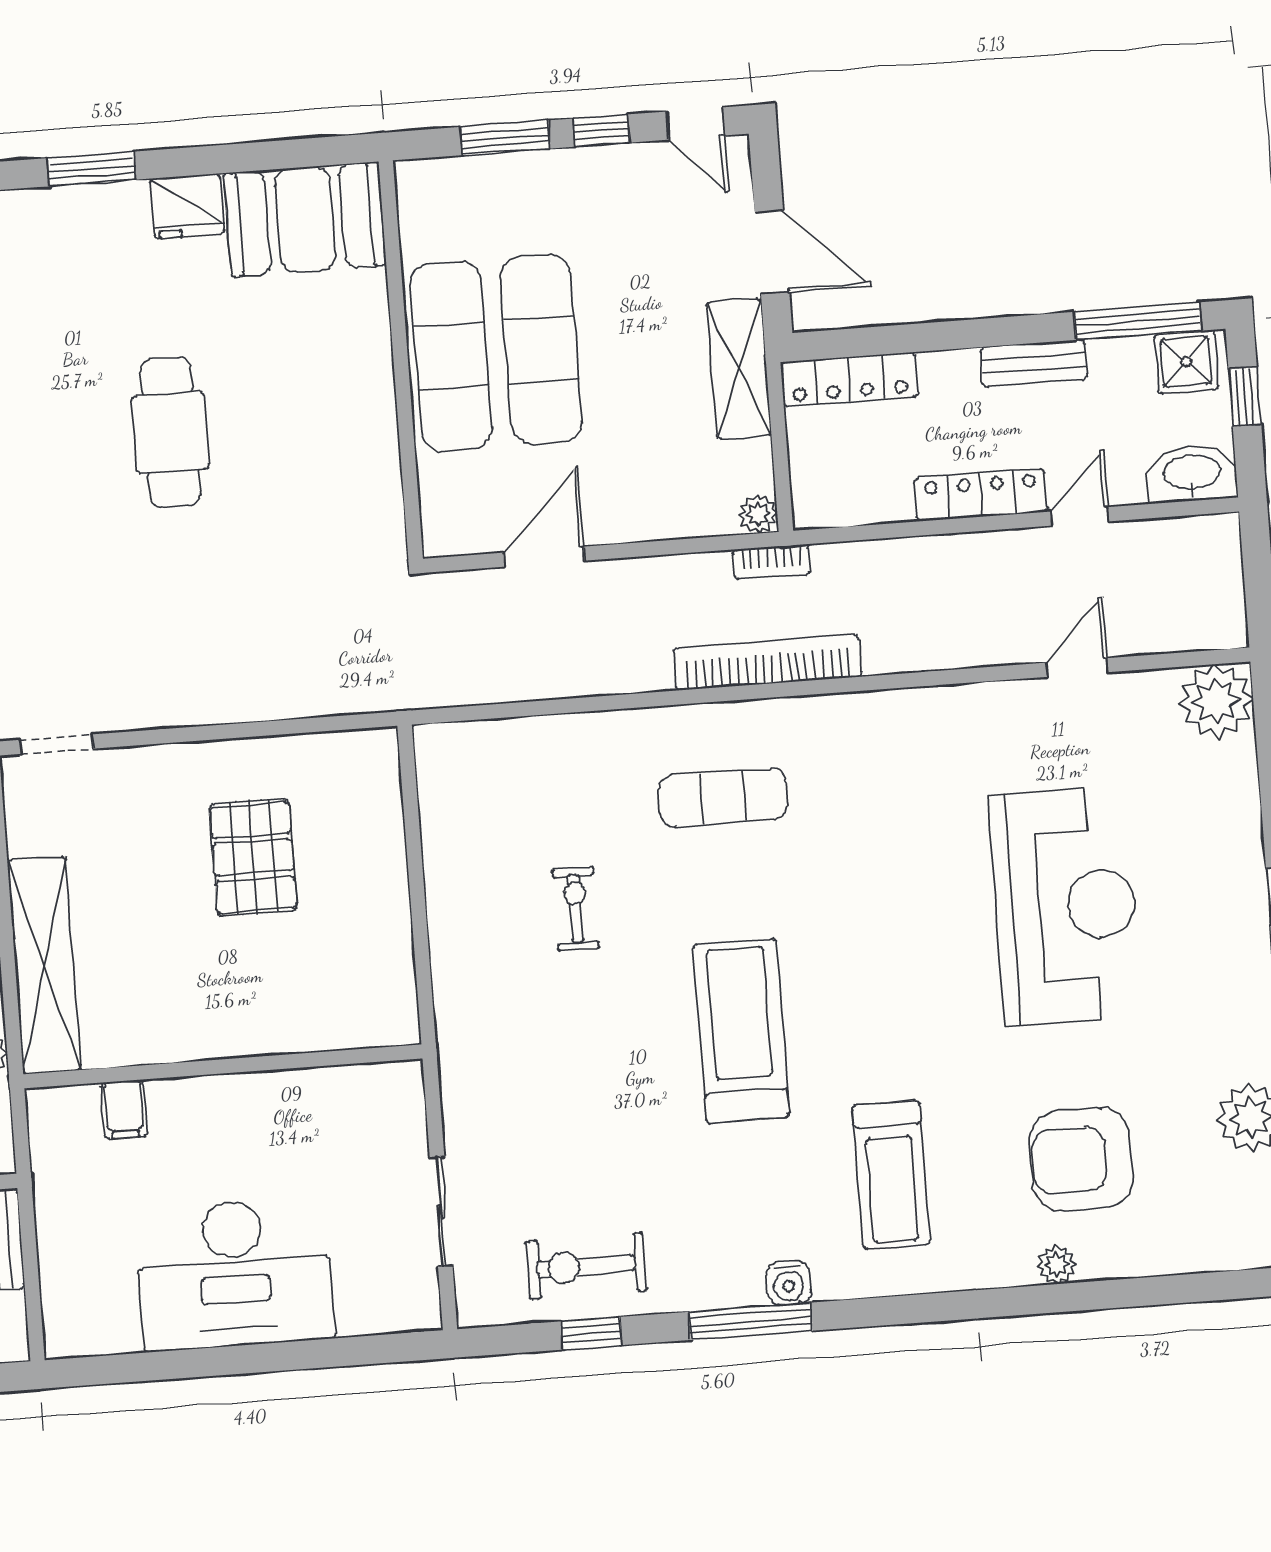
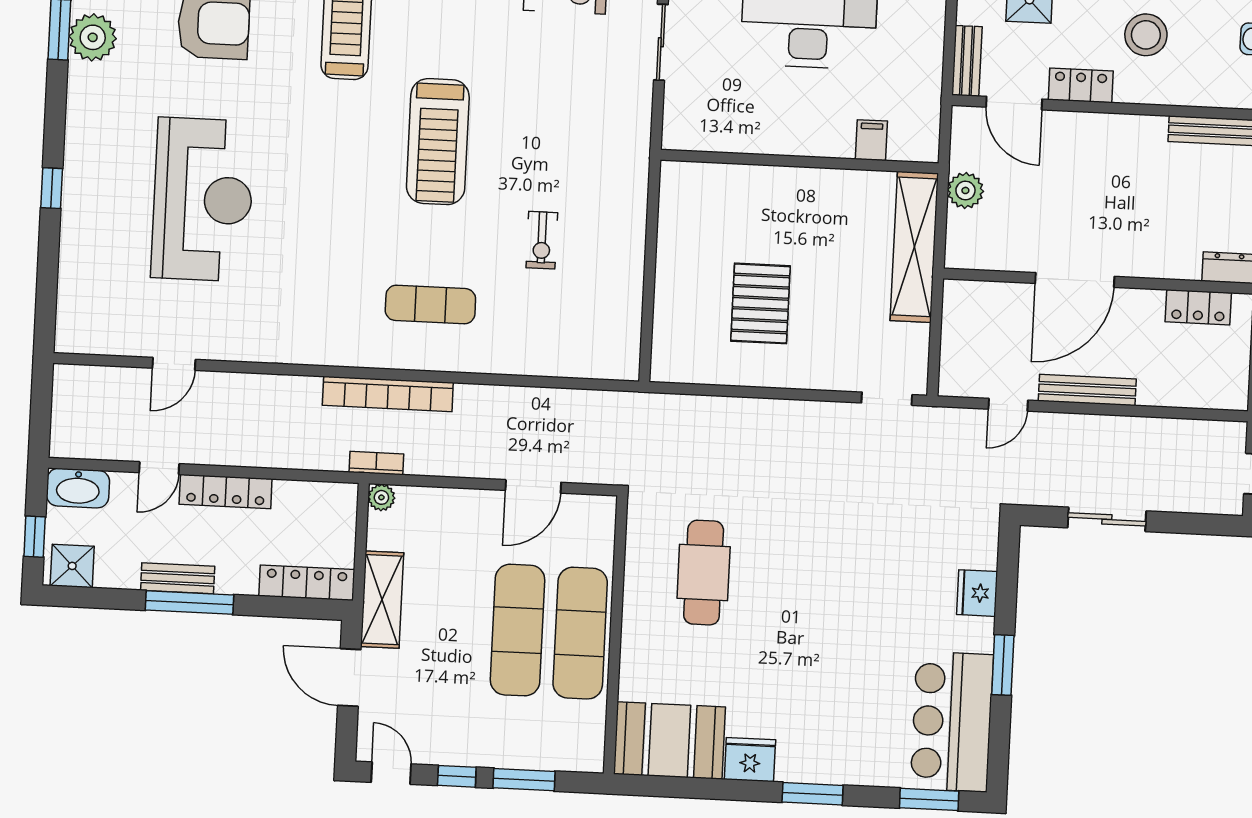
window: (1138, 321) -> (189, 602), moved
cafe table: (170, 432) -> (704, 573), moved
plant: (1216, 701) -> (81, 328), removed
reception desk: (1065, 906) -> (203, 199), turned 180

